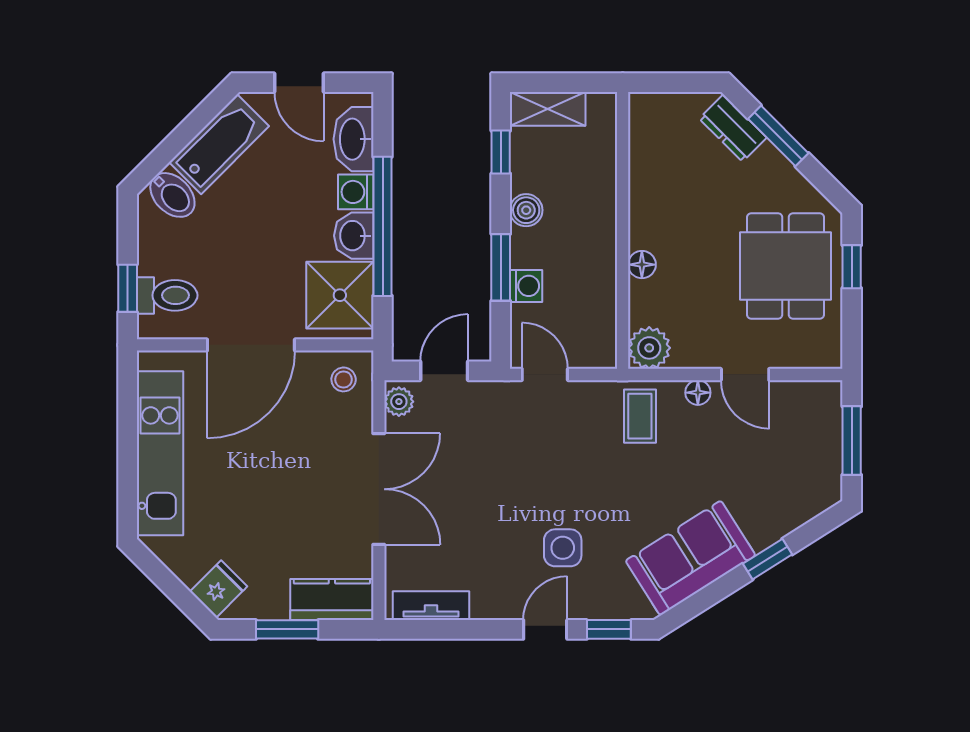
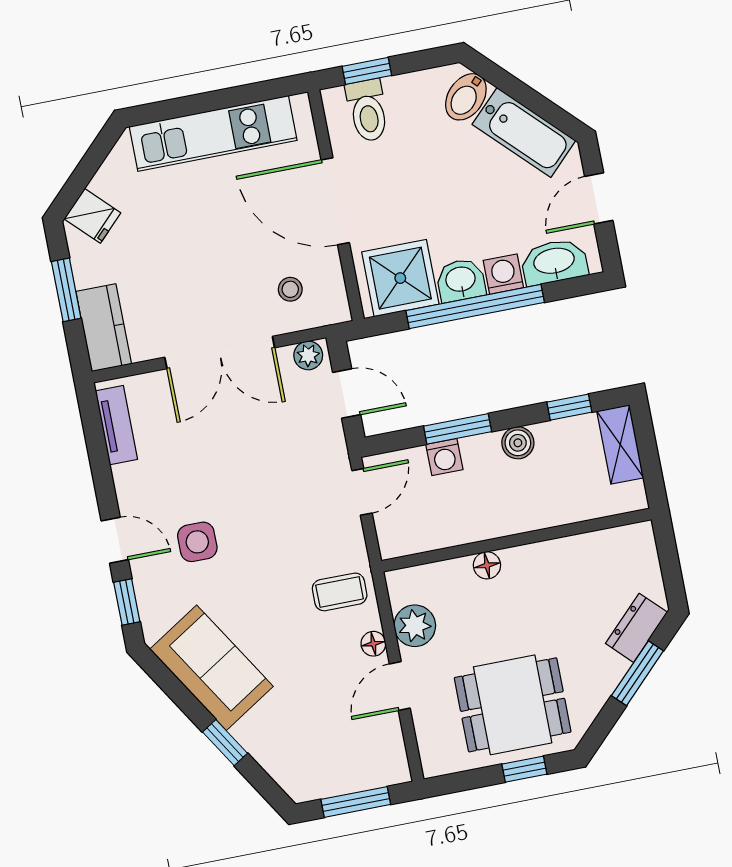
plant: (649, 348) -> (415, 626), moved
stool: (344, 379) -> (290, 289), moved

